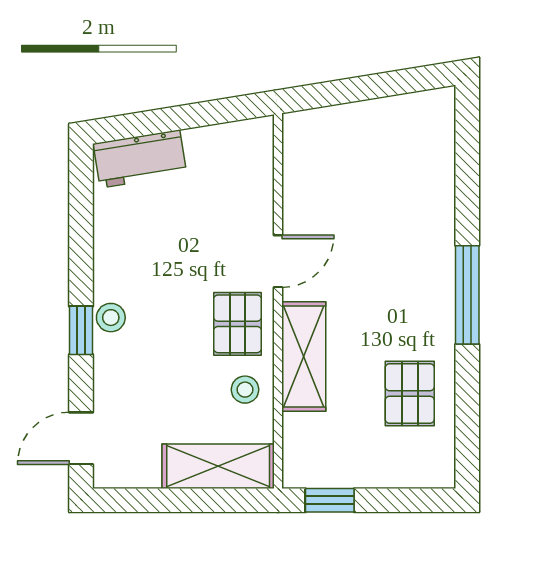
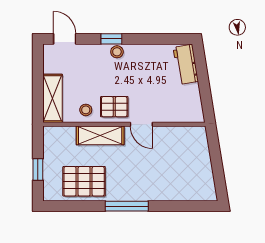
pallet: (410, 393) -> (84, 181), width x1.50, depth x1.42
window: (330, 500) -> (38, 170), moved

